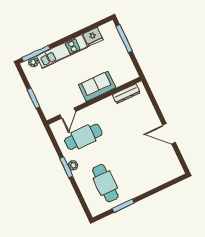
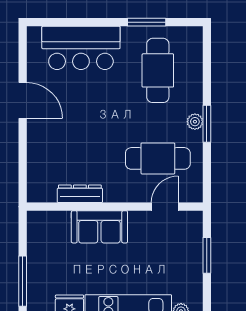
dresser: (126, 94) -> (80, 194), moved
bar counter: (151, 176) -> (81, 48), added

